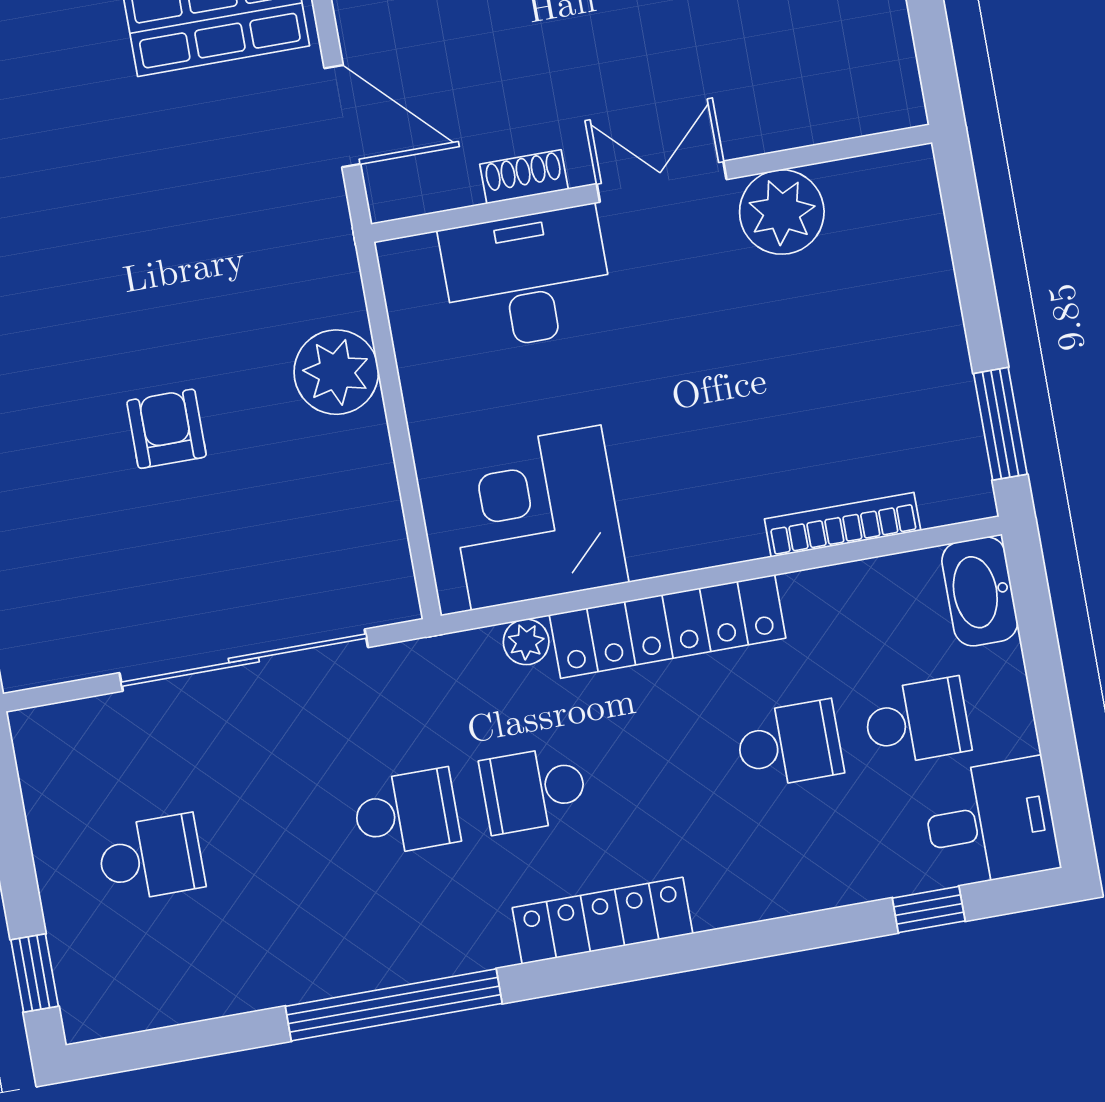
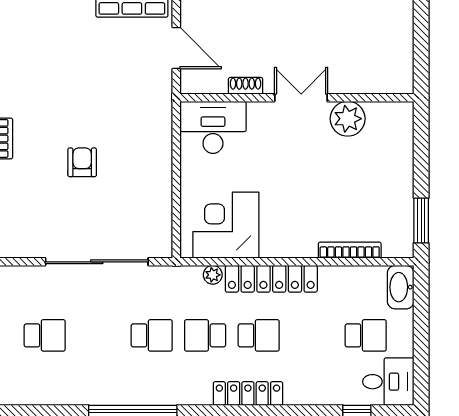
desk: (527, 279) -> (213, 127), moved
plant: (336, 372) -> (155, 152), removed
school desk: (789, 744) -> (259, 335), moved
locker: (603, 921) -> (248, 394), moved

